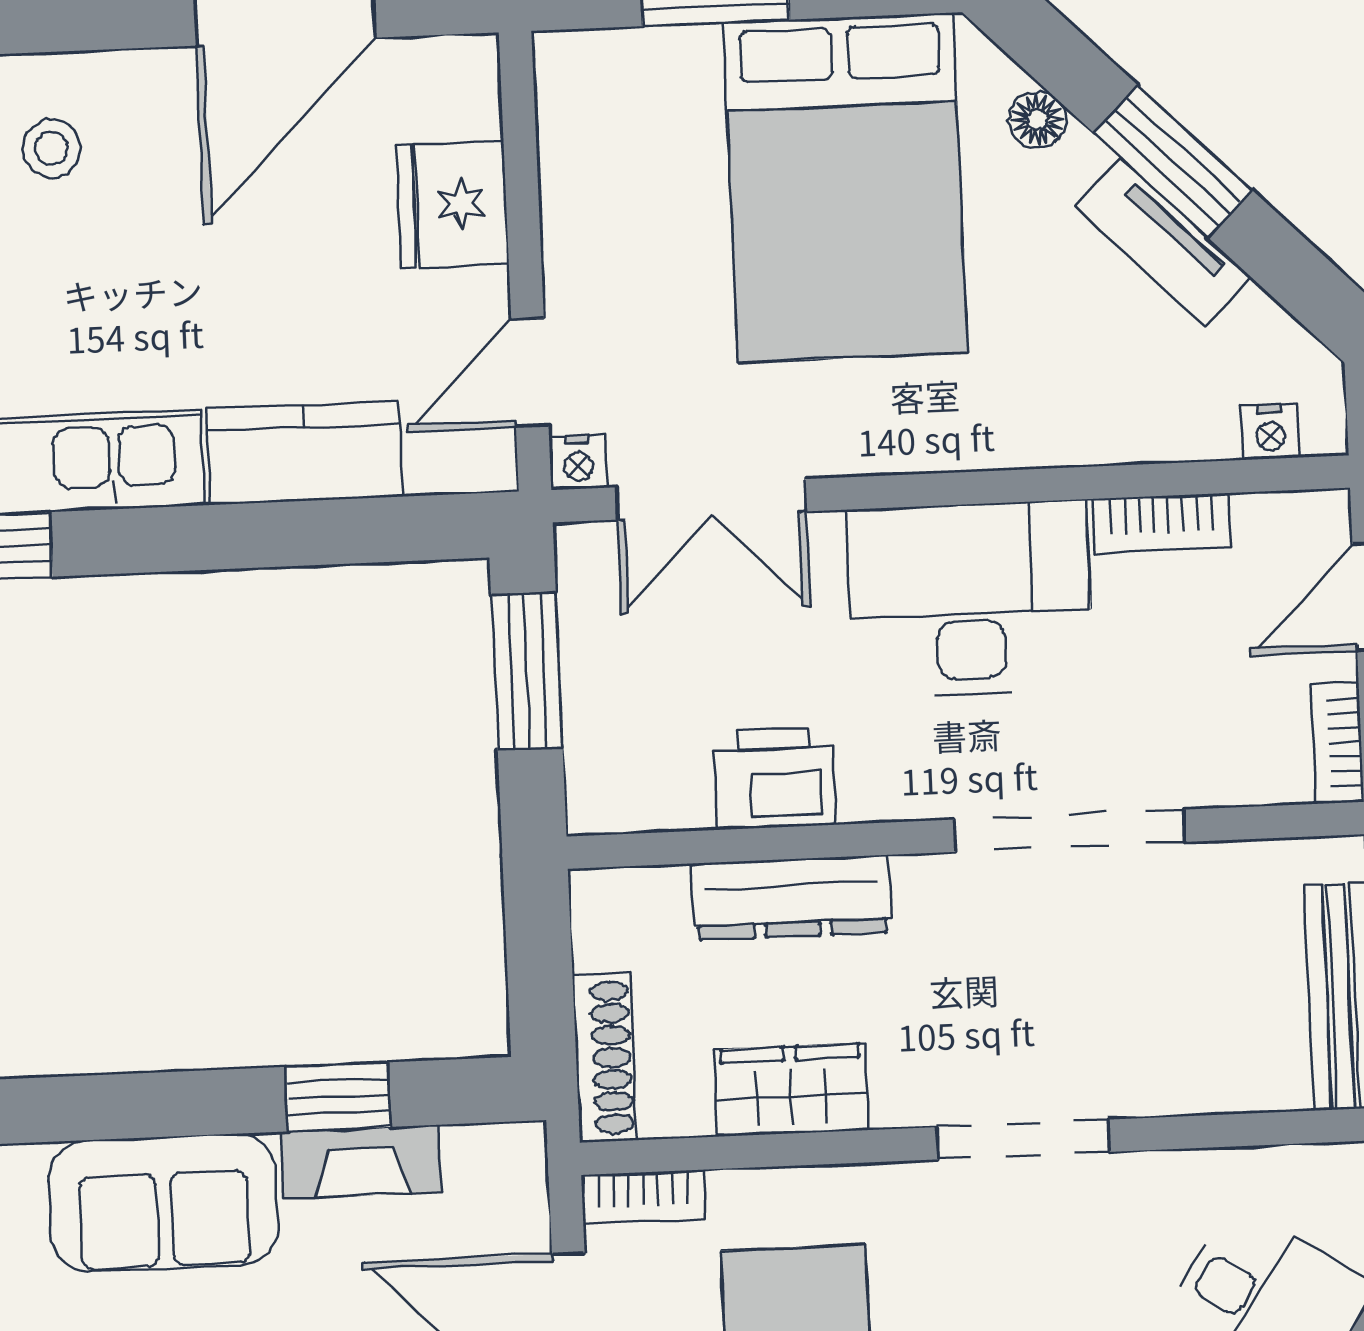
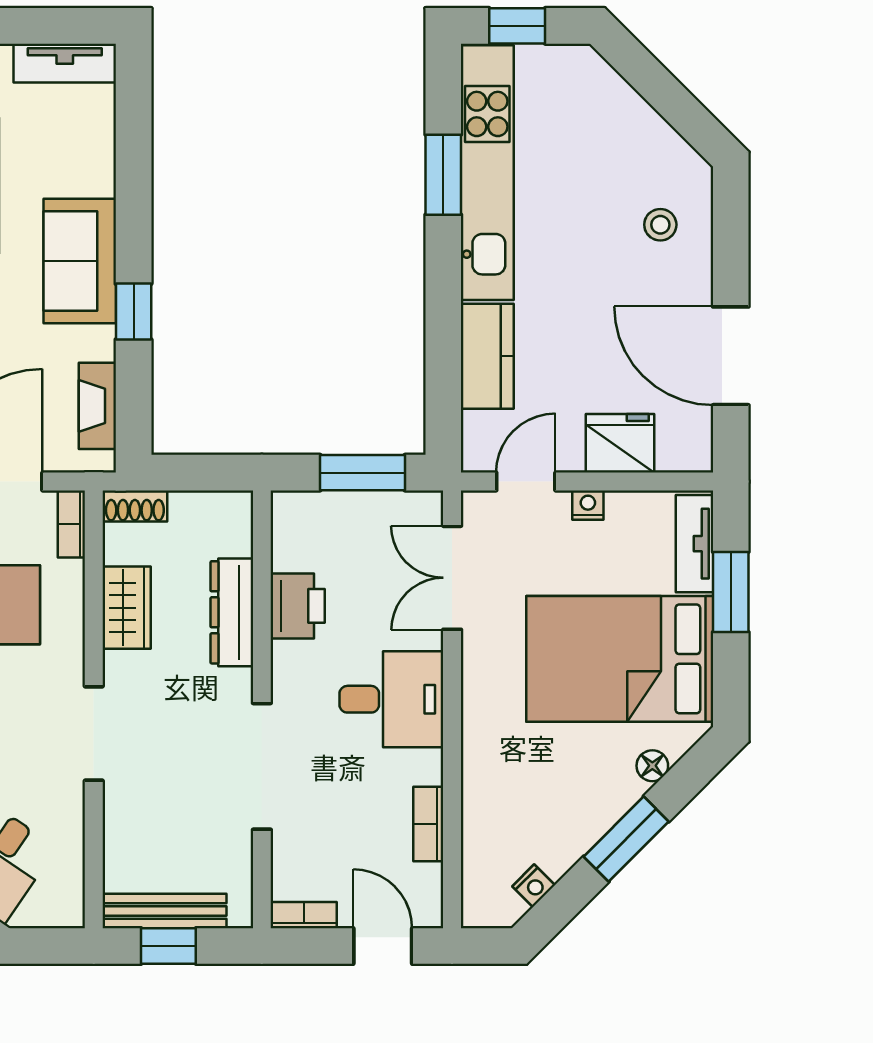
tv unit: (1163, 242) -> (694, 544), moved, turned -45
door: (530, 373) -> (526, 482), hinge flipped
nightstand: (1271, 432) -> (534, 886), moved, turned -135
nightstand: (578, 462) -> (588, 505), moved, turned 90
desk: (970, 599) -> (391, 699), width x0.73
shoe rack: (604, 1058) -> (135, 506), width x0.70
window: (338, 1097) -> (134, 312), moved
fireplace: (361, 1162) -> (97, 406), moved

